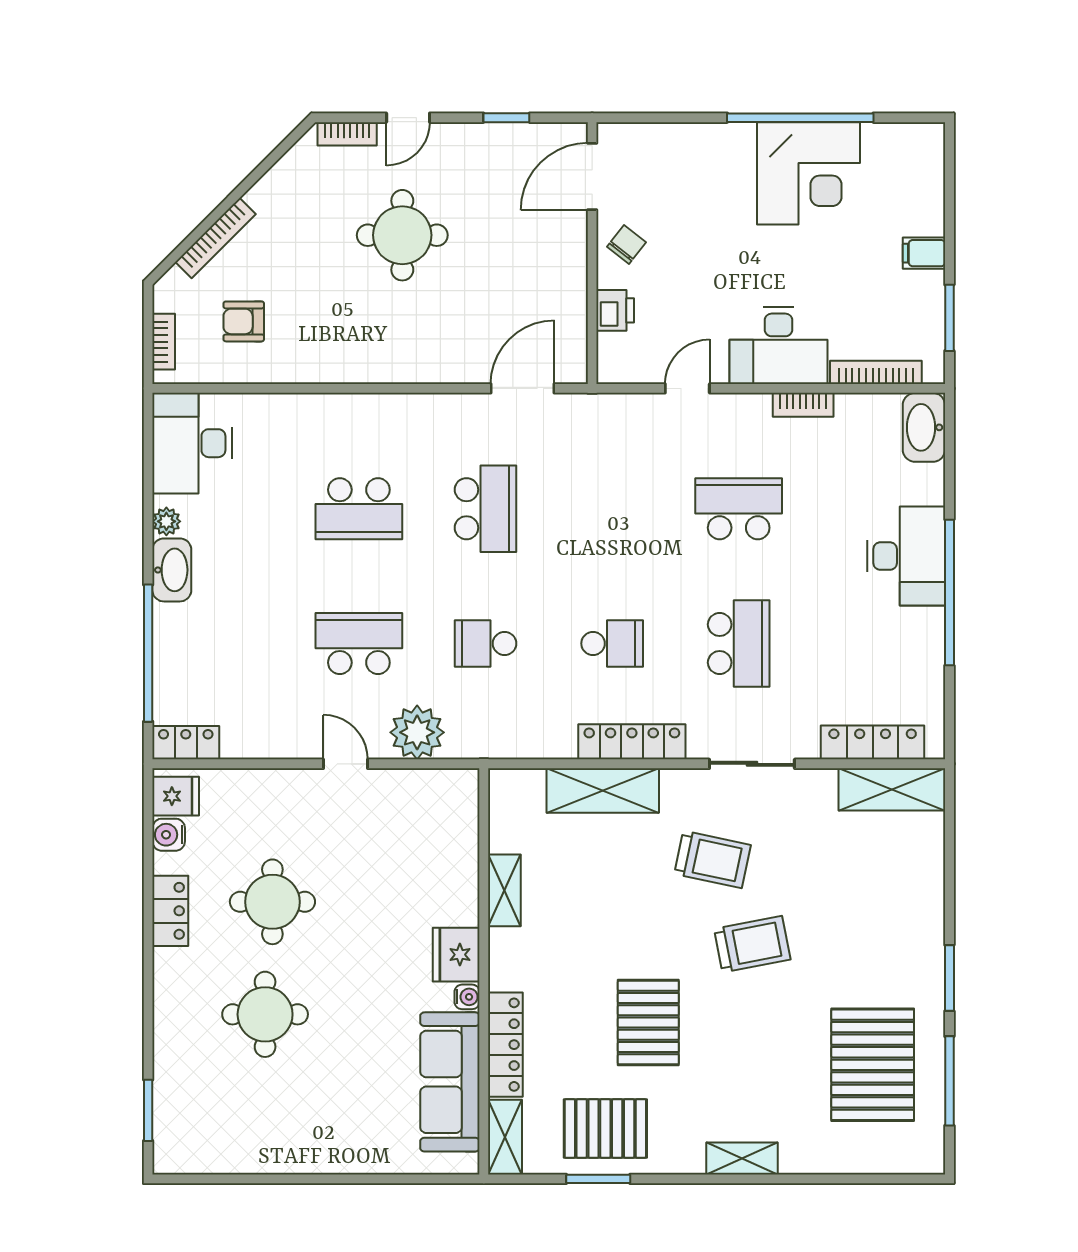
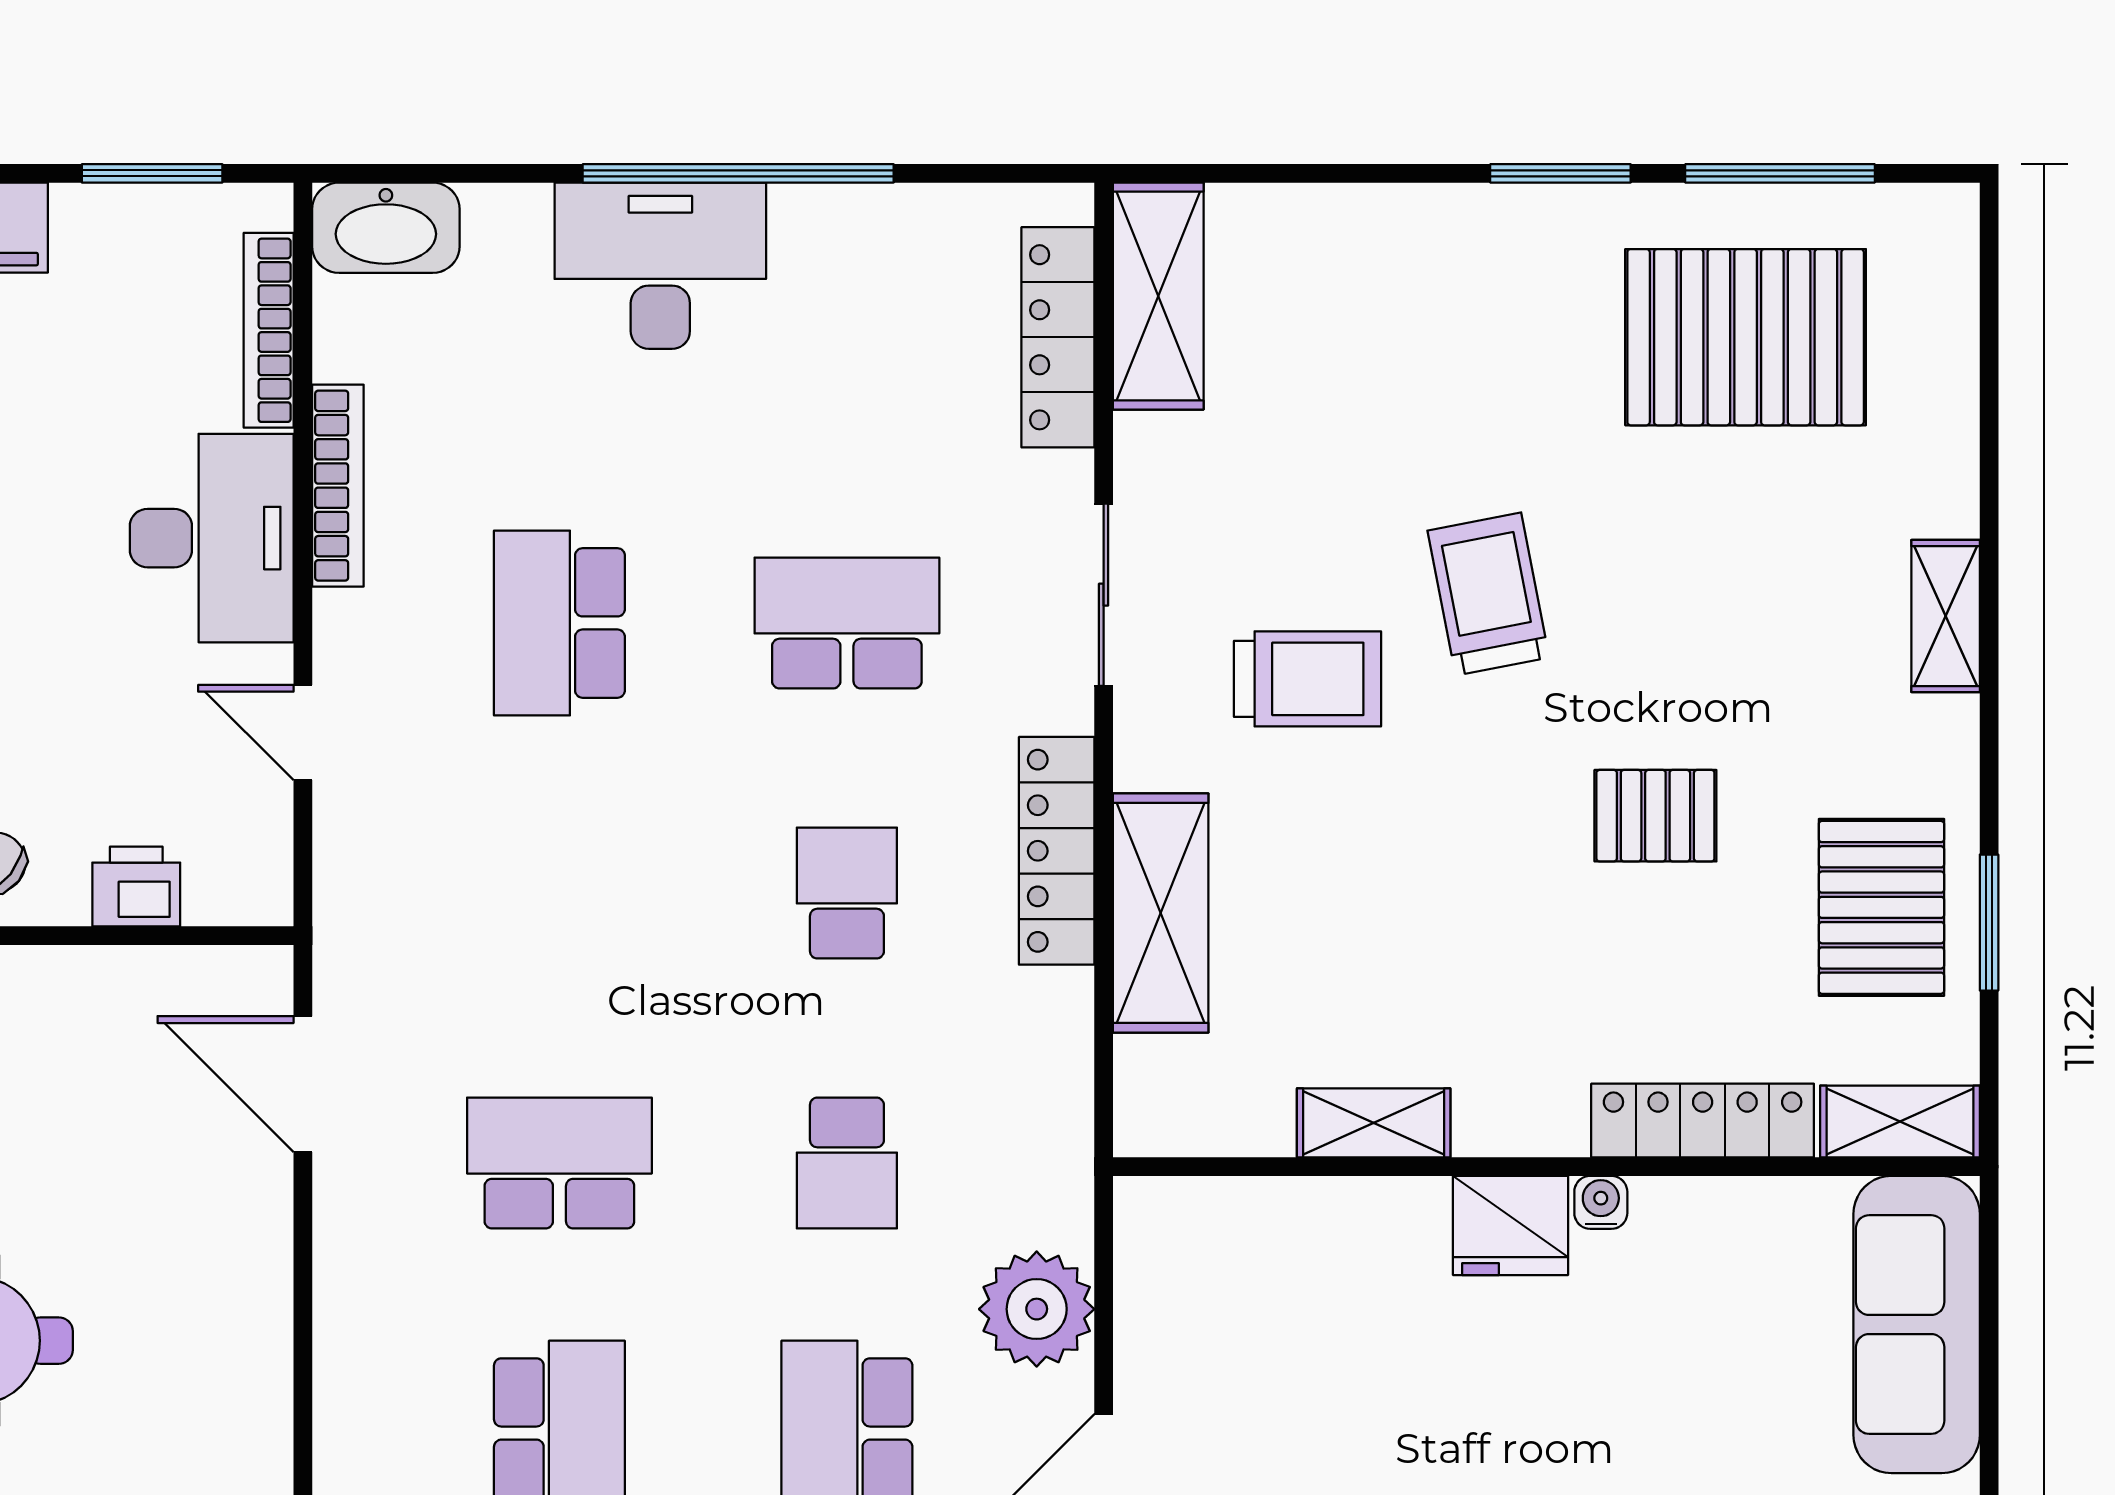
bookcase: (803, 405) -> (338, 486), width x1.56
trolley: (712, 859) -> (1307, 679), turned 78
pallet: (648, 1023) -> (1655, 816), width x0.67, depth x0.71
sofa: (450, 1082) -> (1917, 1325), moved, turned 90

